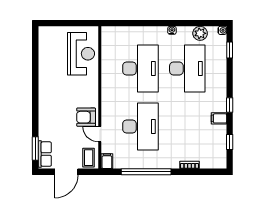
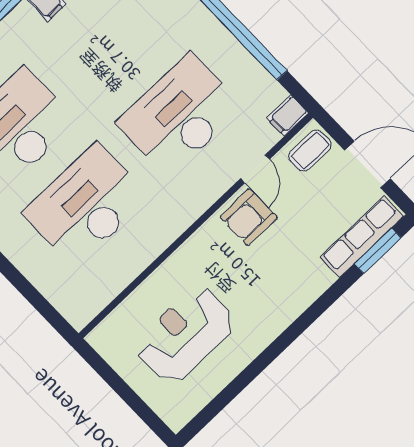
reception desk: (81, 54) -> (185, 335), moved
armchair: (86, 117) -> (249, 217), turned 90
row of seats: (45, 154) -> (362, 237), width x1.48

